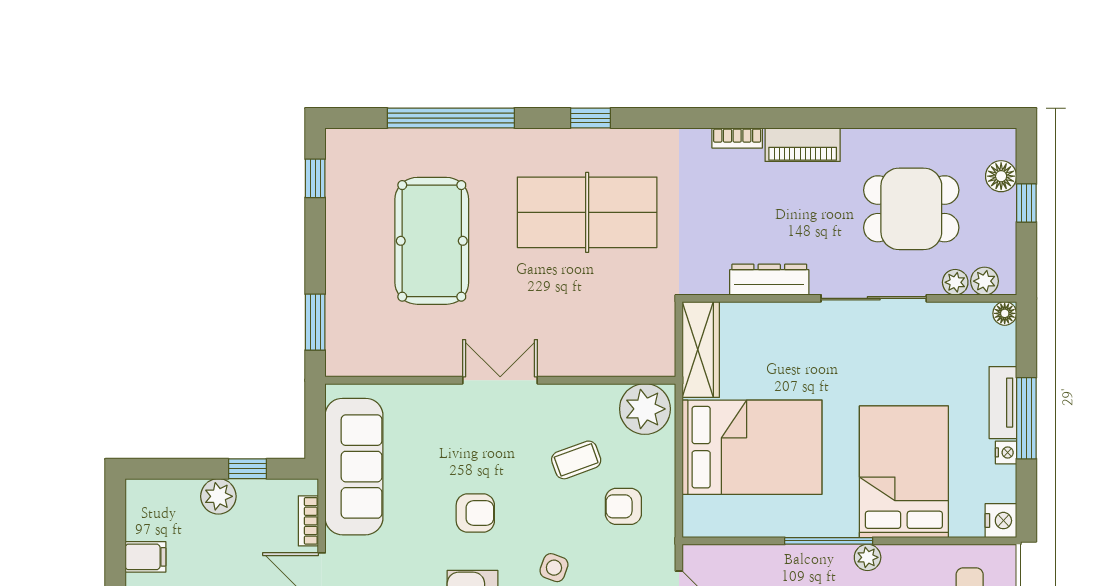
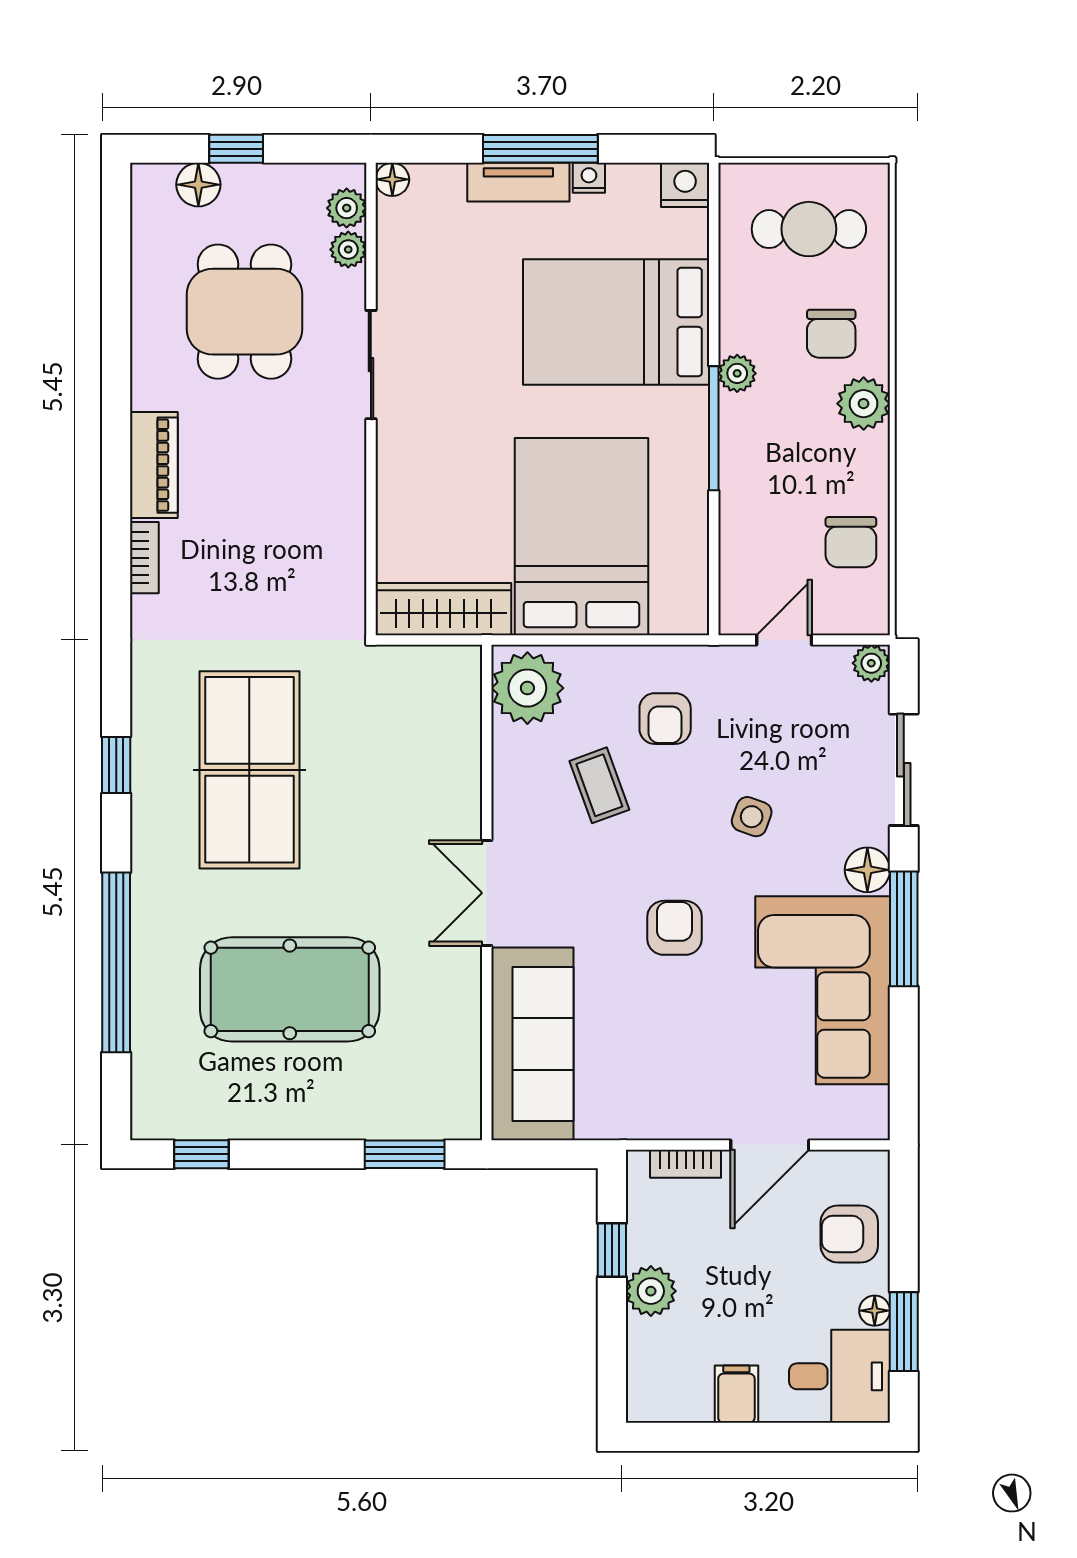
dresser: (769, 280) -> (344, 512), removed
sliding door: (874, 298) -> (371, 365), width x0.73
sofa: (354, 467) -> (532, 1044), moved, turned 90

